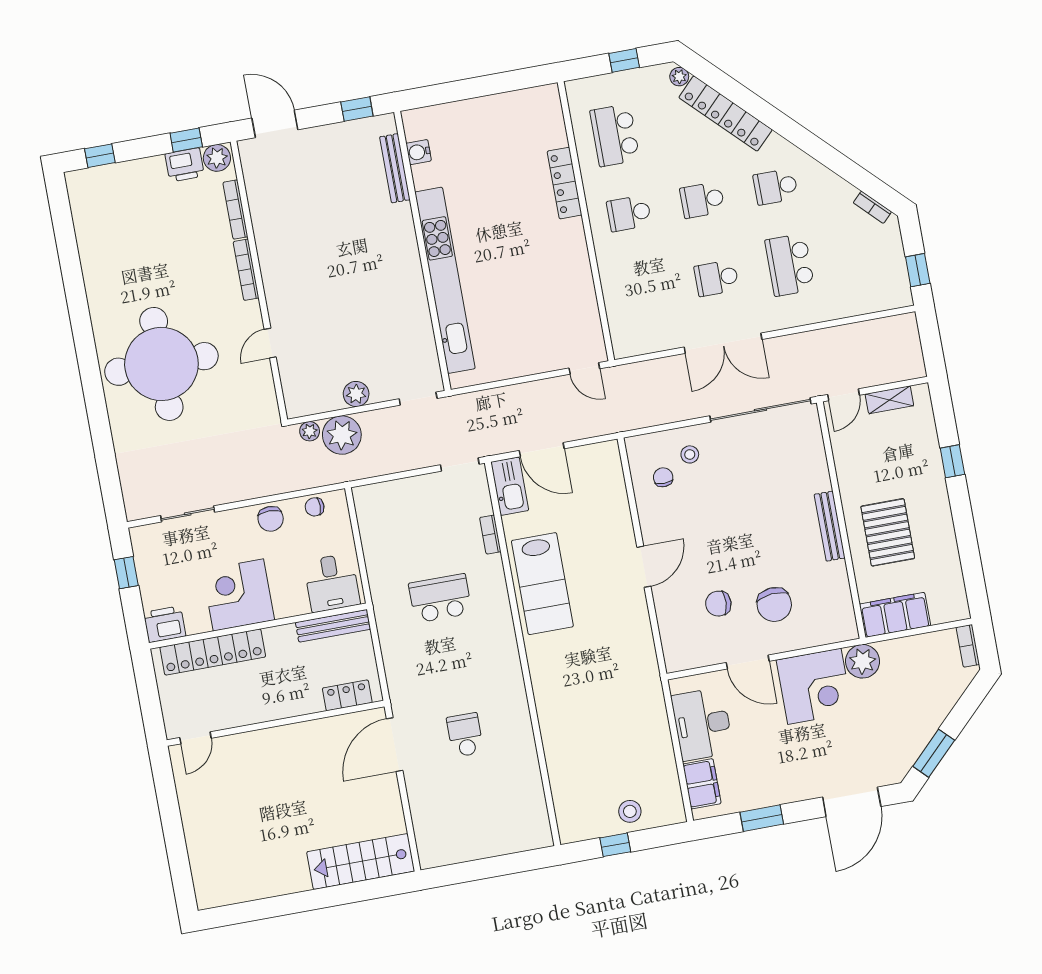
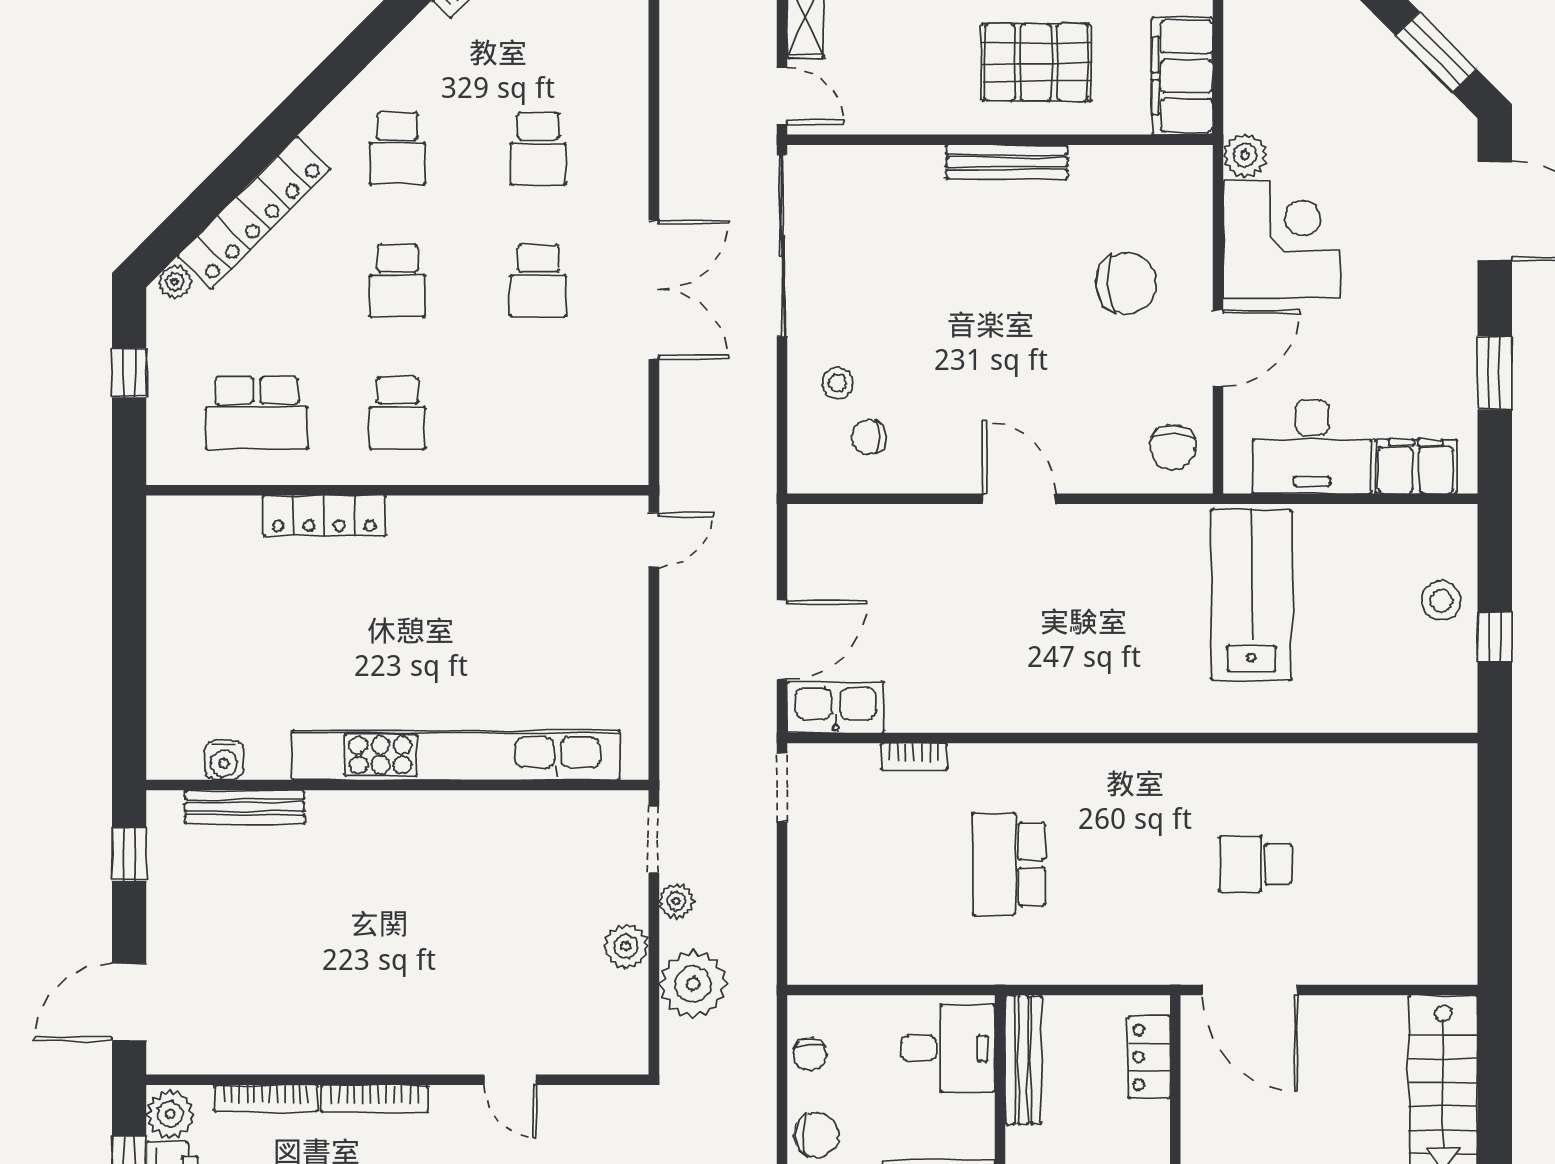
school desk: (790, 265) -> (538, 149), width x0.54
plant: (310, 431) -> (676, 901), moved
lab bench: (542, 584) -> (1251, 595), moved, turned -90
chair: (718, 604) -> (1173, 447), moved
plant: (863, 661) -> (1245, 155), width x0.73, depth x0.73

